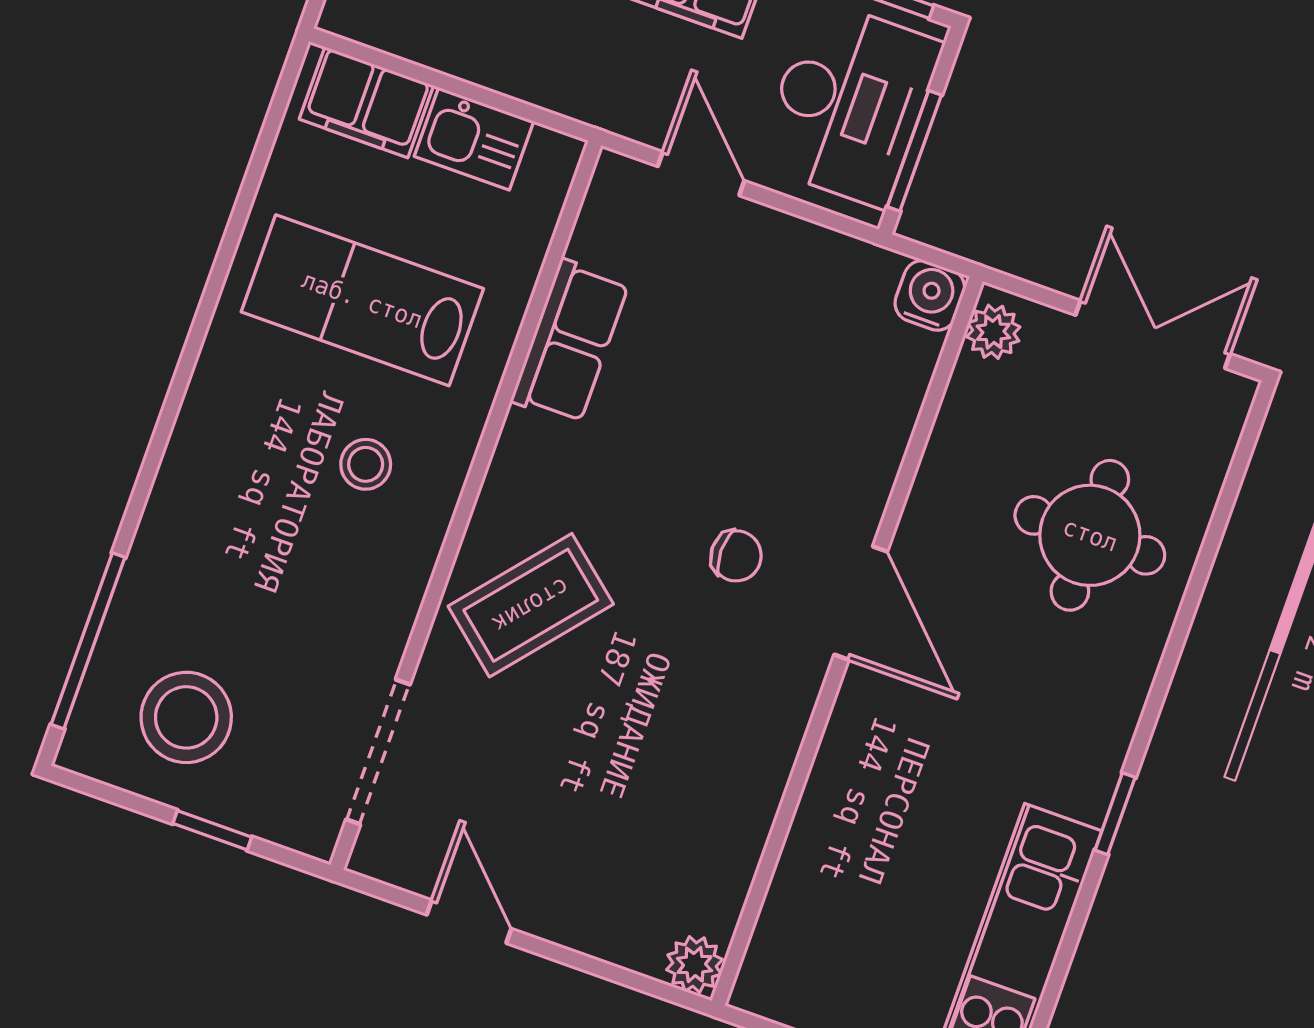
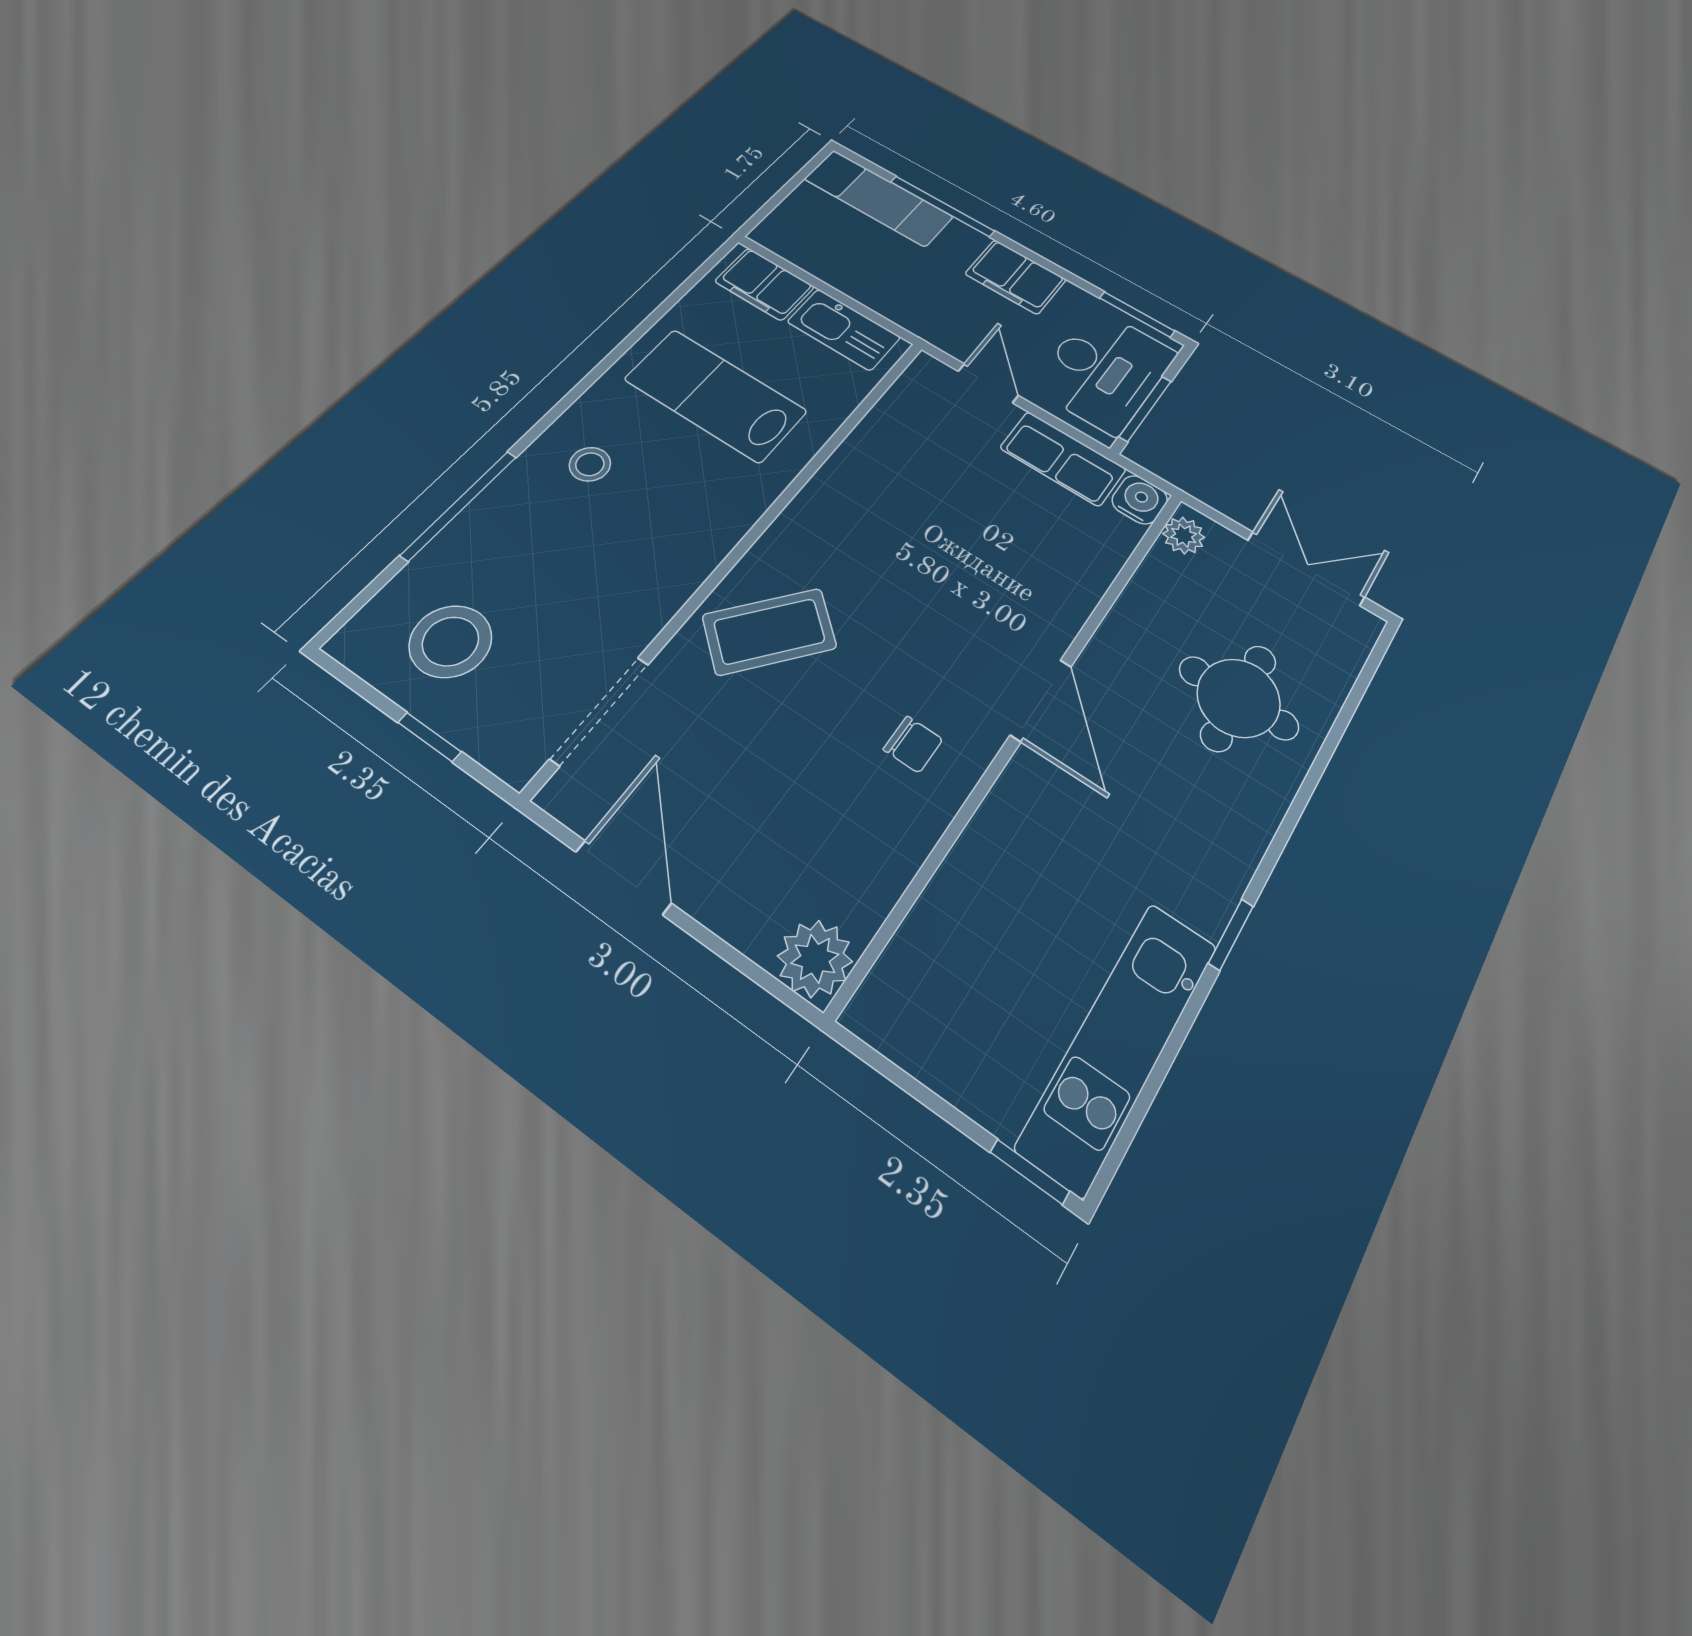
kitchen sink: (474, 139) -> (844, 330), width x1.38
row of seats: (570, 342) -> (1063, 459), moved, turned 90
stool: (366, 464) -> (590, 464), moved
chair: (736, 556) -> (913, 744), moved
window: (88, 641) -> (459, 505), moved
door: (469, 922) -> (623, 877), width x1.38
plant: (695, 965) -> (815, 959), width x1.38, depth x1.38

